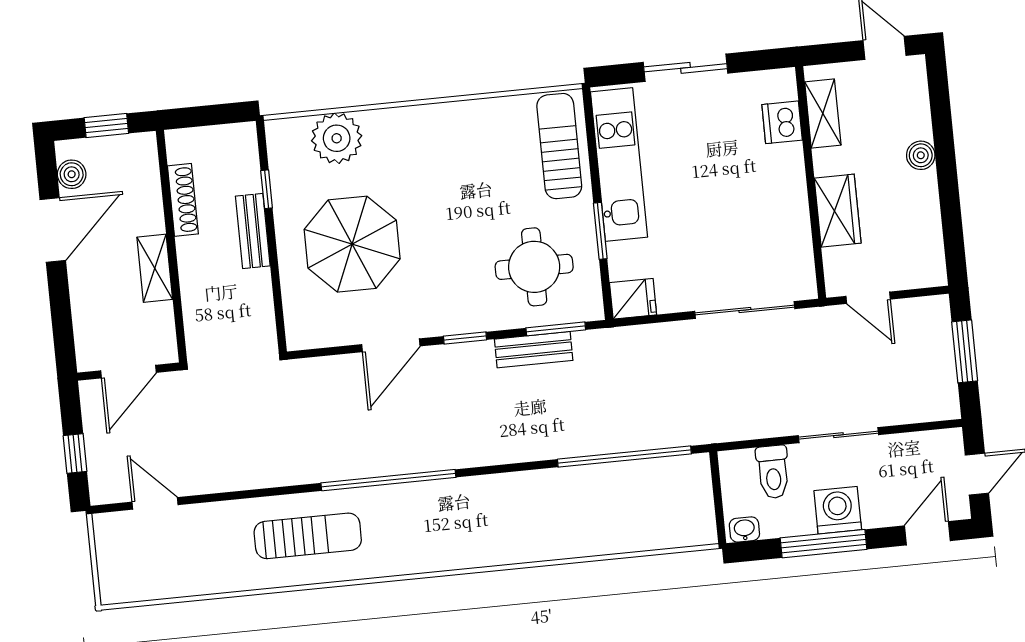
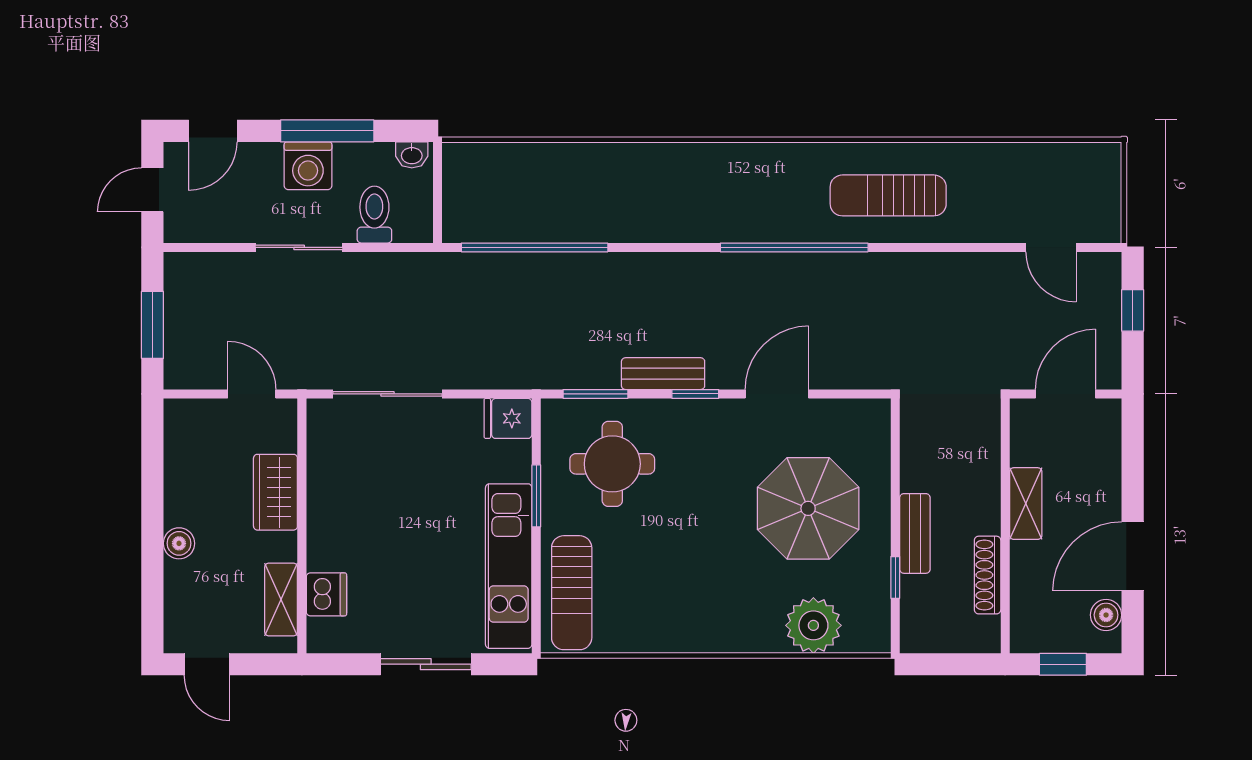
bench: (534, 350) -> (663, 374), moved

